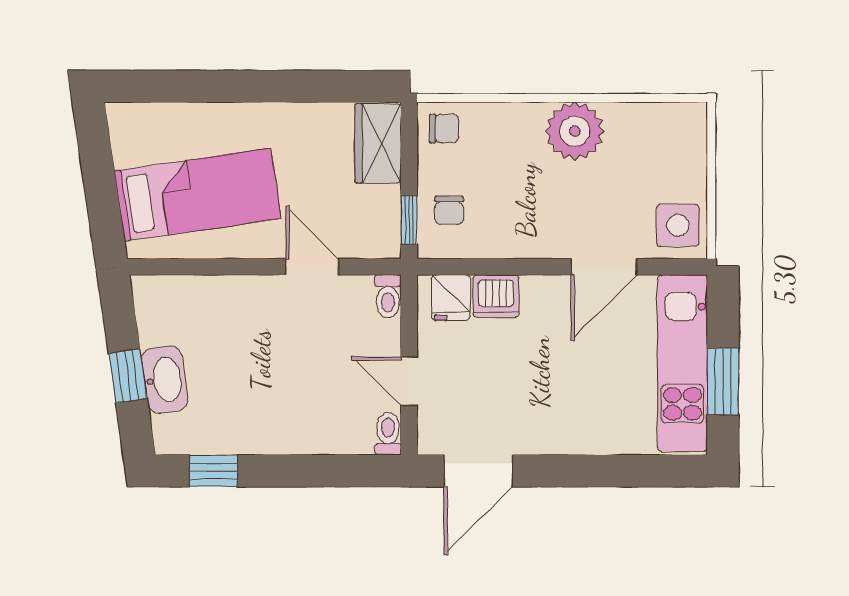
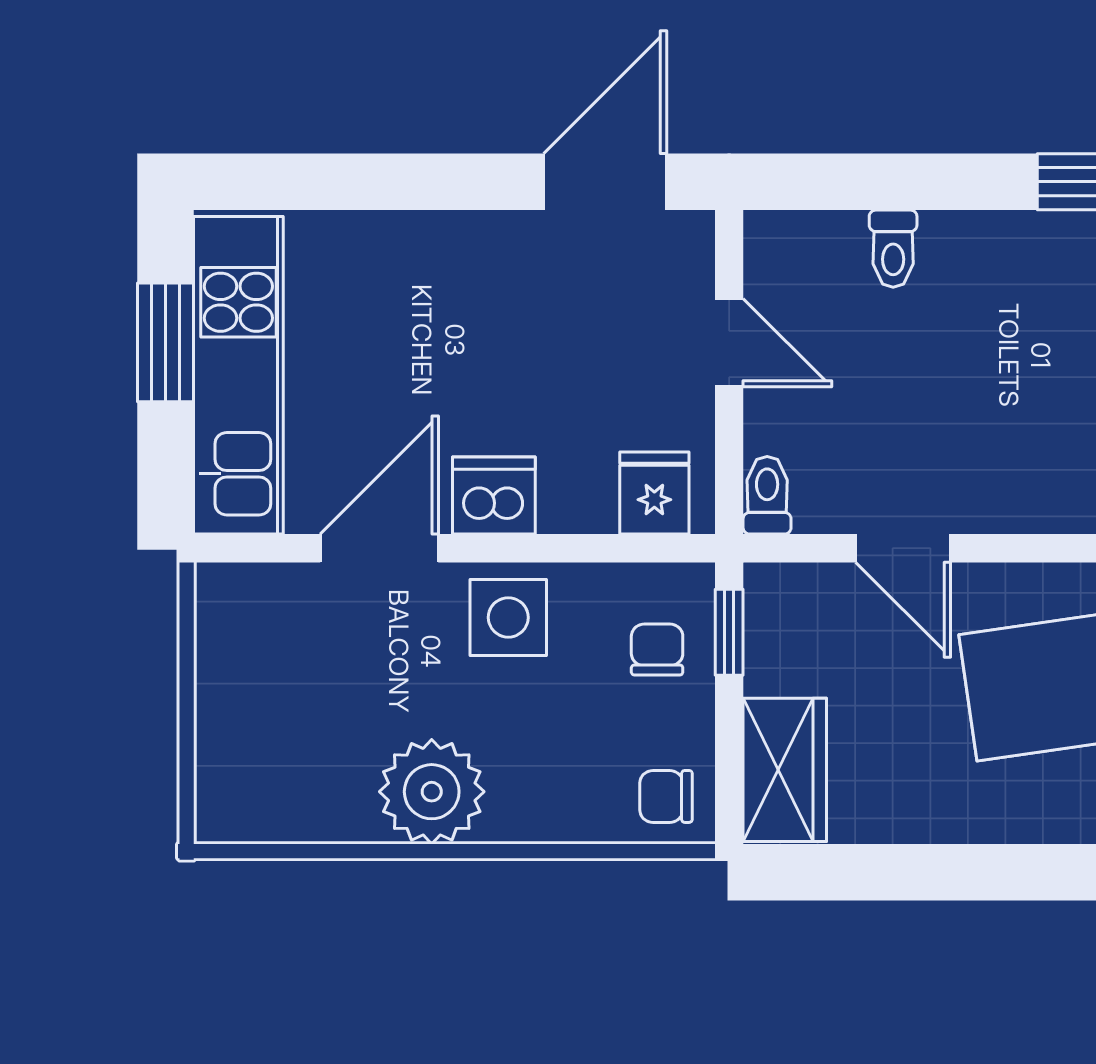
side table: (678, 225) -> (508, 617), moved
dishwasher: (496, 296) -> (494, 496), moved
toilet: (388, 434) -> (893, 249), moved

